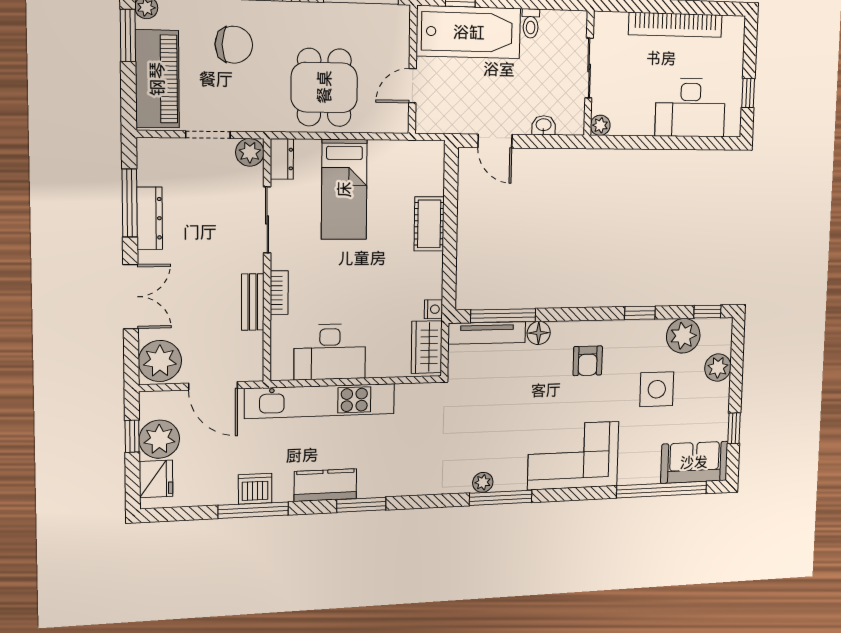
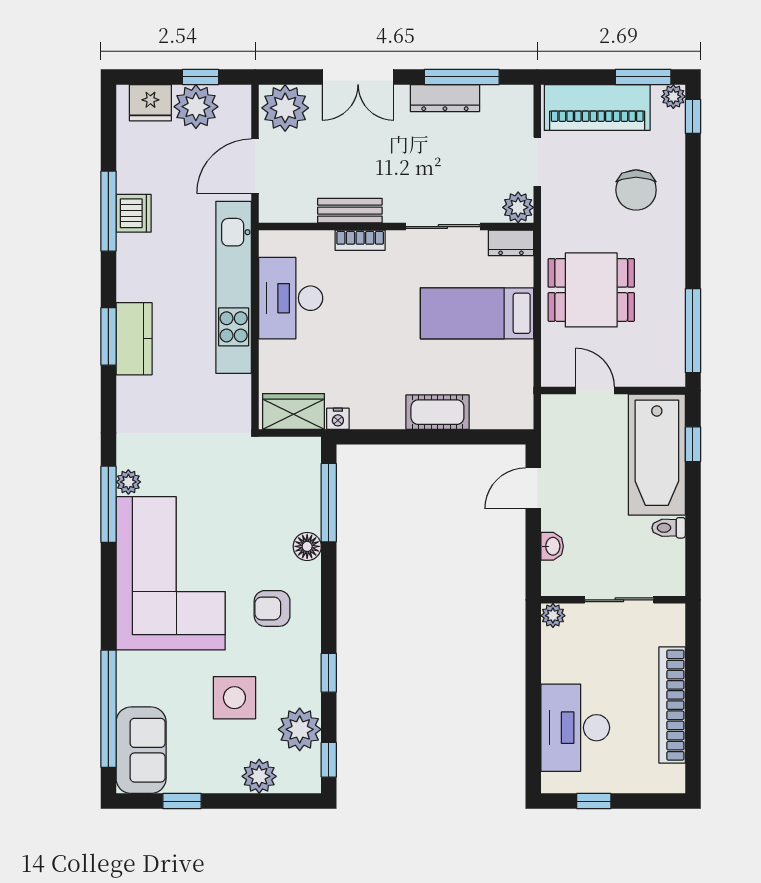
tv unit: (487, 333) -> (309, 483), removed
corner sofa: (573, 456) -> (171, 573), width x1.36, depth x1.36
kitchen counter: (325, 485) -> (134, 339), moved

